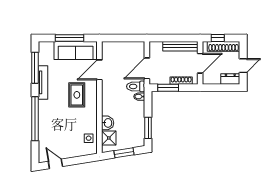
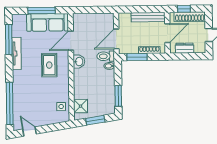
dresser: (230, 79) -> (185, 48), moved
window: (35, 119) -> (10, 103), moved
washbasin: (108, 123) -> (79, 62), moved

